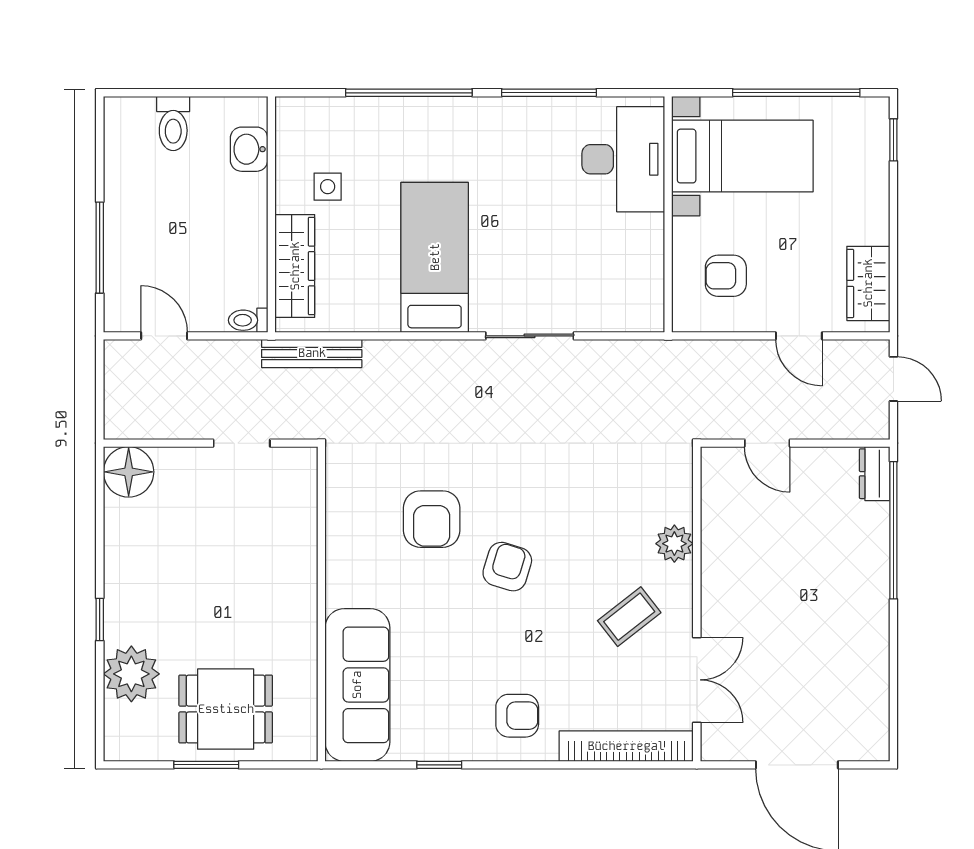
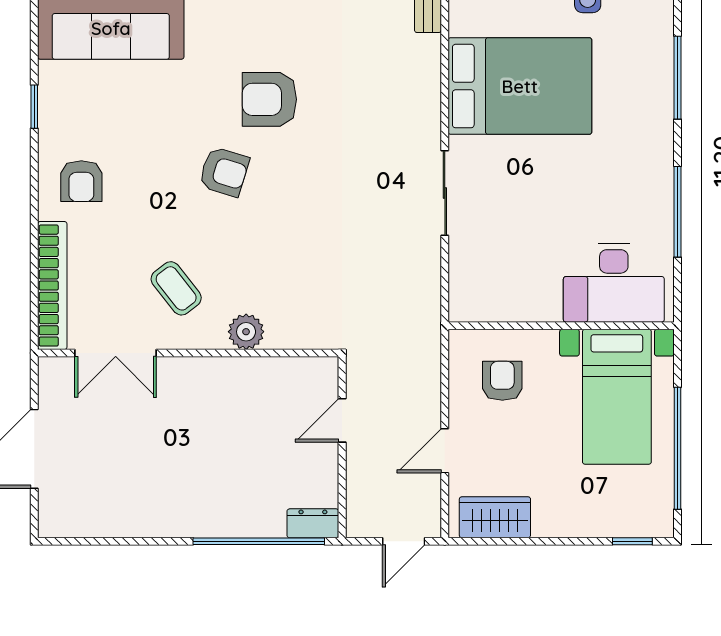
window: (409, 93) -> (677, 78), width x0.68
bed: (435, 257) -> (520, 86), width x1.50

